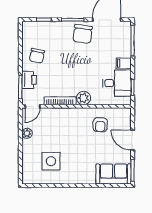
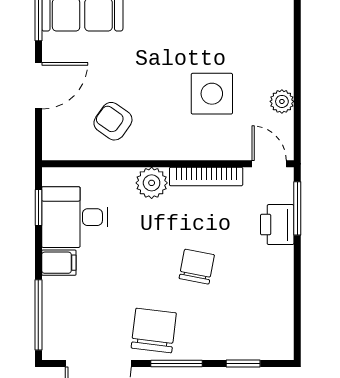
chair: (37, 56) -> (197, 267), moved
door: (33, 106) -> (269, 164), hinge flipped
armchair: (100, 125) -> (113, 121), turned -57
door: (133, 140) -> (38, 86), hinge flipped
side table: (51, 161) -> (212, 94), moved

